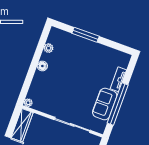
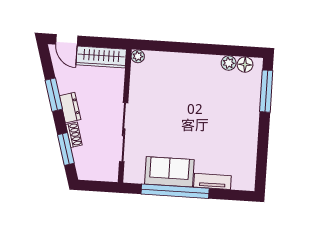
window: (86, 35) -> (266, 91), moved
floor lamp: (42, 66) -> (245, 65), moved

